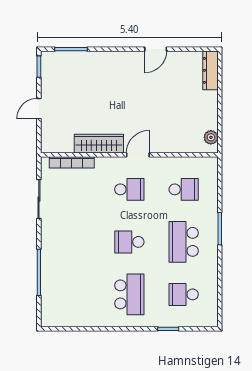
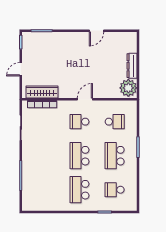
dresser: (210, 70) -> (132, 66), moved
plant: (211, 137) -> (128, 88), width x1.88, depth x1.88
wardrobe: (99, 144) -> (42, 92), moved
school desk: (129, 189) -> (79, 122), turned 180
school desk: (129, 242) -> (79, 156), width x1.85
school desk: (129, 294) -> (79, 190), turned 180

